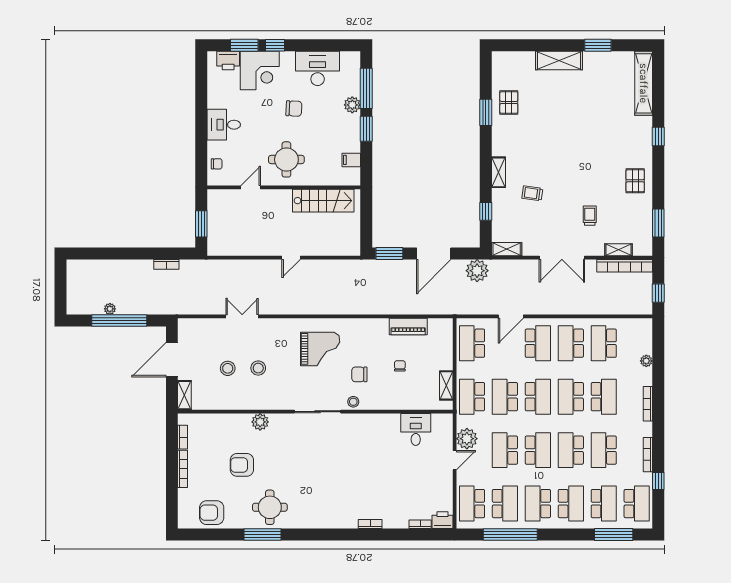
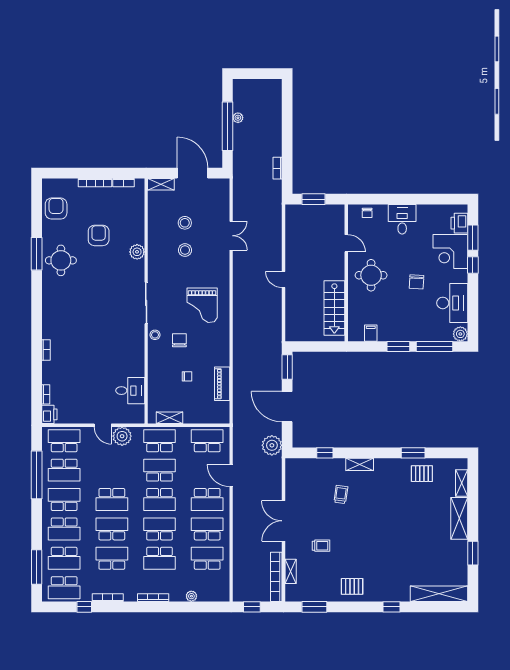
plant: (352, 105) -> (460, 334), moved
shelving: (507, 249) -> (462, 483), moved
school desk: (505, 450) -> (112, 470), removed

